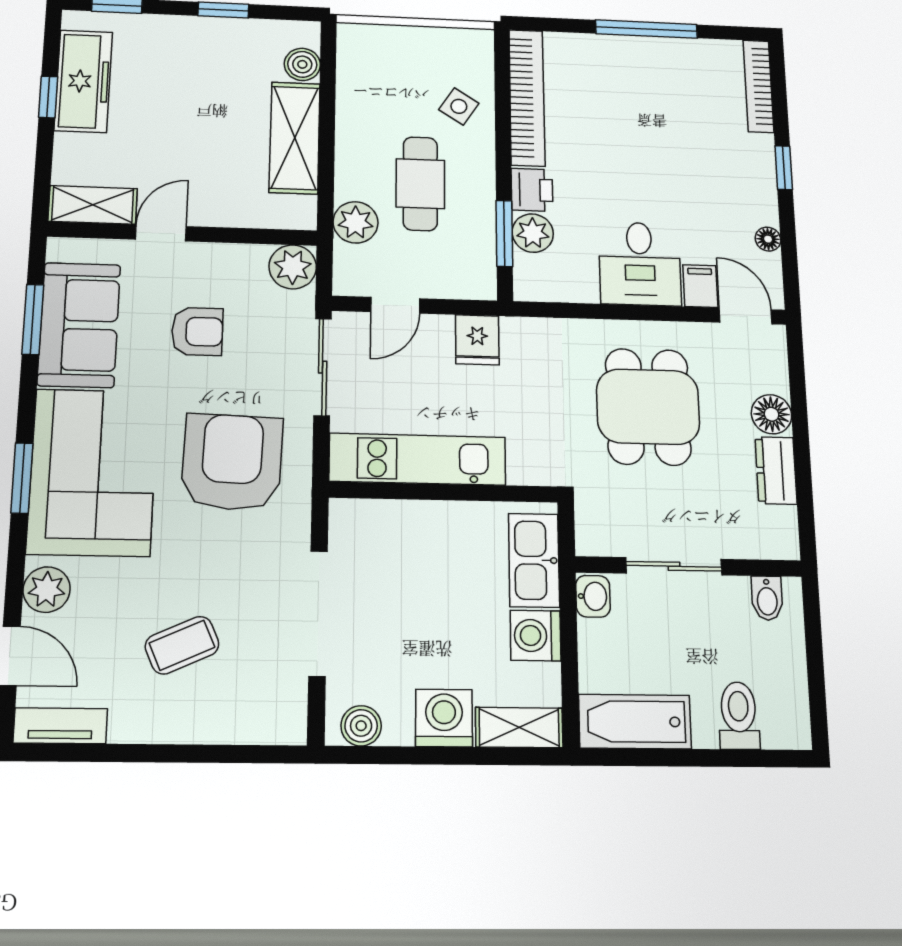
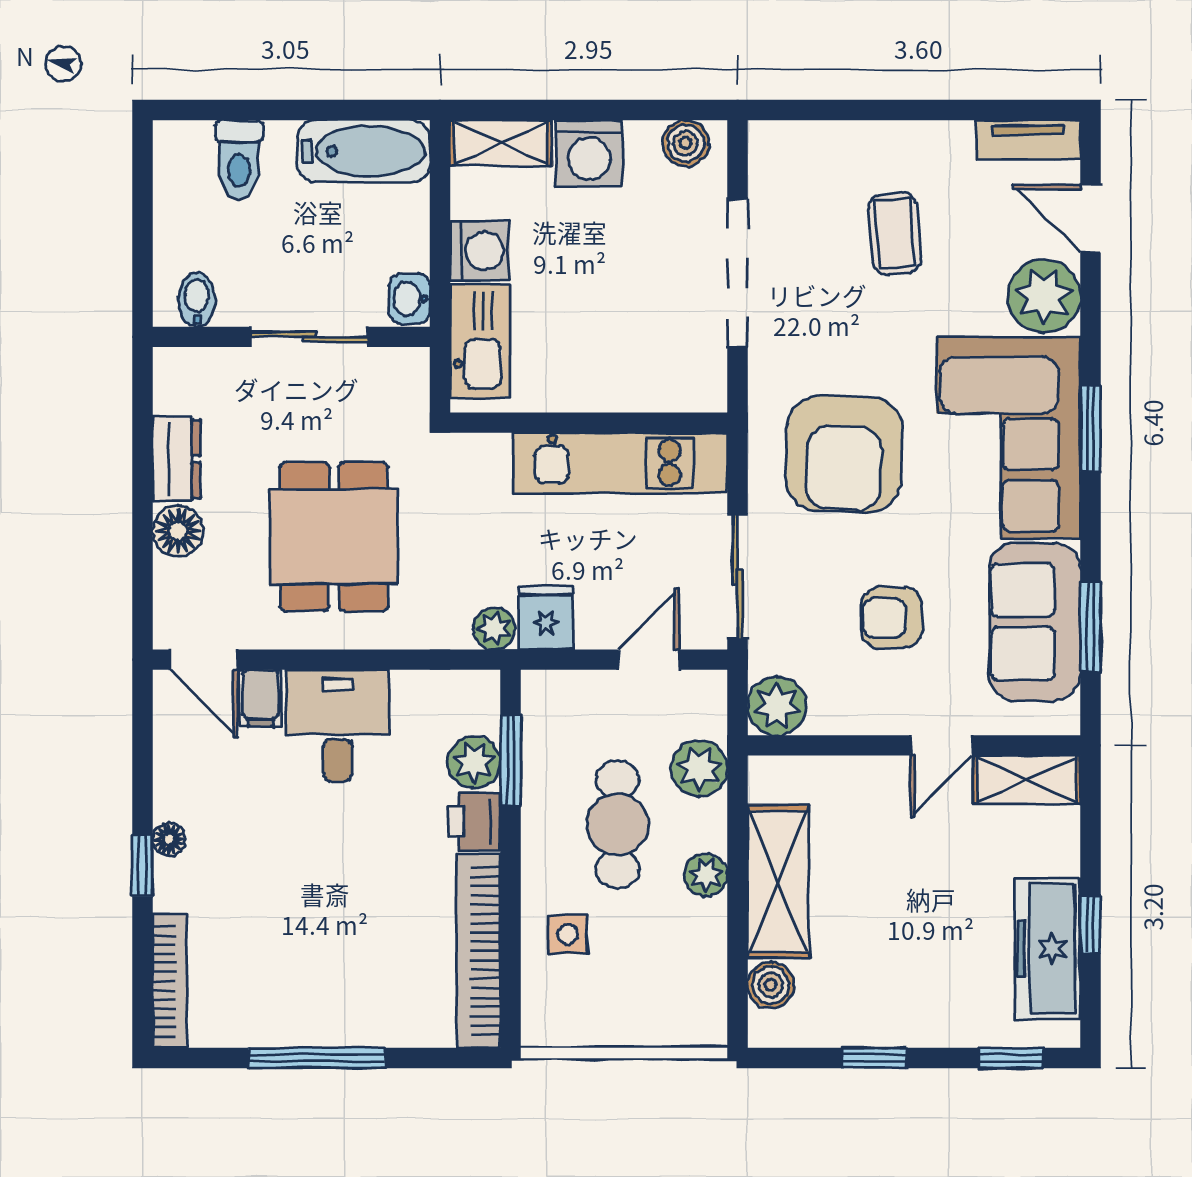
side table: (459, 106) -> (568, 934), turned -33
plant: (351, 145) -> (706, 875), added
floor lamp: (768, 239) -> (169, 839), moved
plant: (519, 333) -> (494, 629), added
plant: (47, 590) -> (1044, 296), width x1.36, depth x1.36
coffee table: (182, 645) -> (895, 233), turned -71

